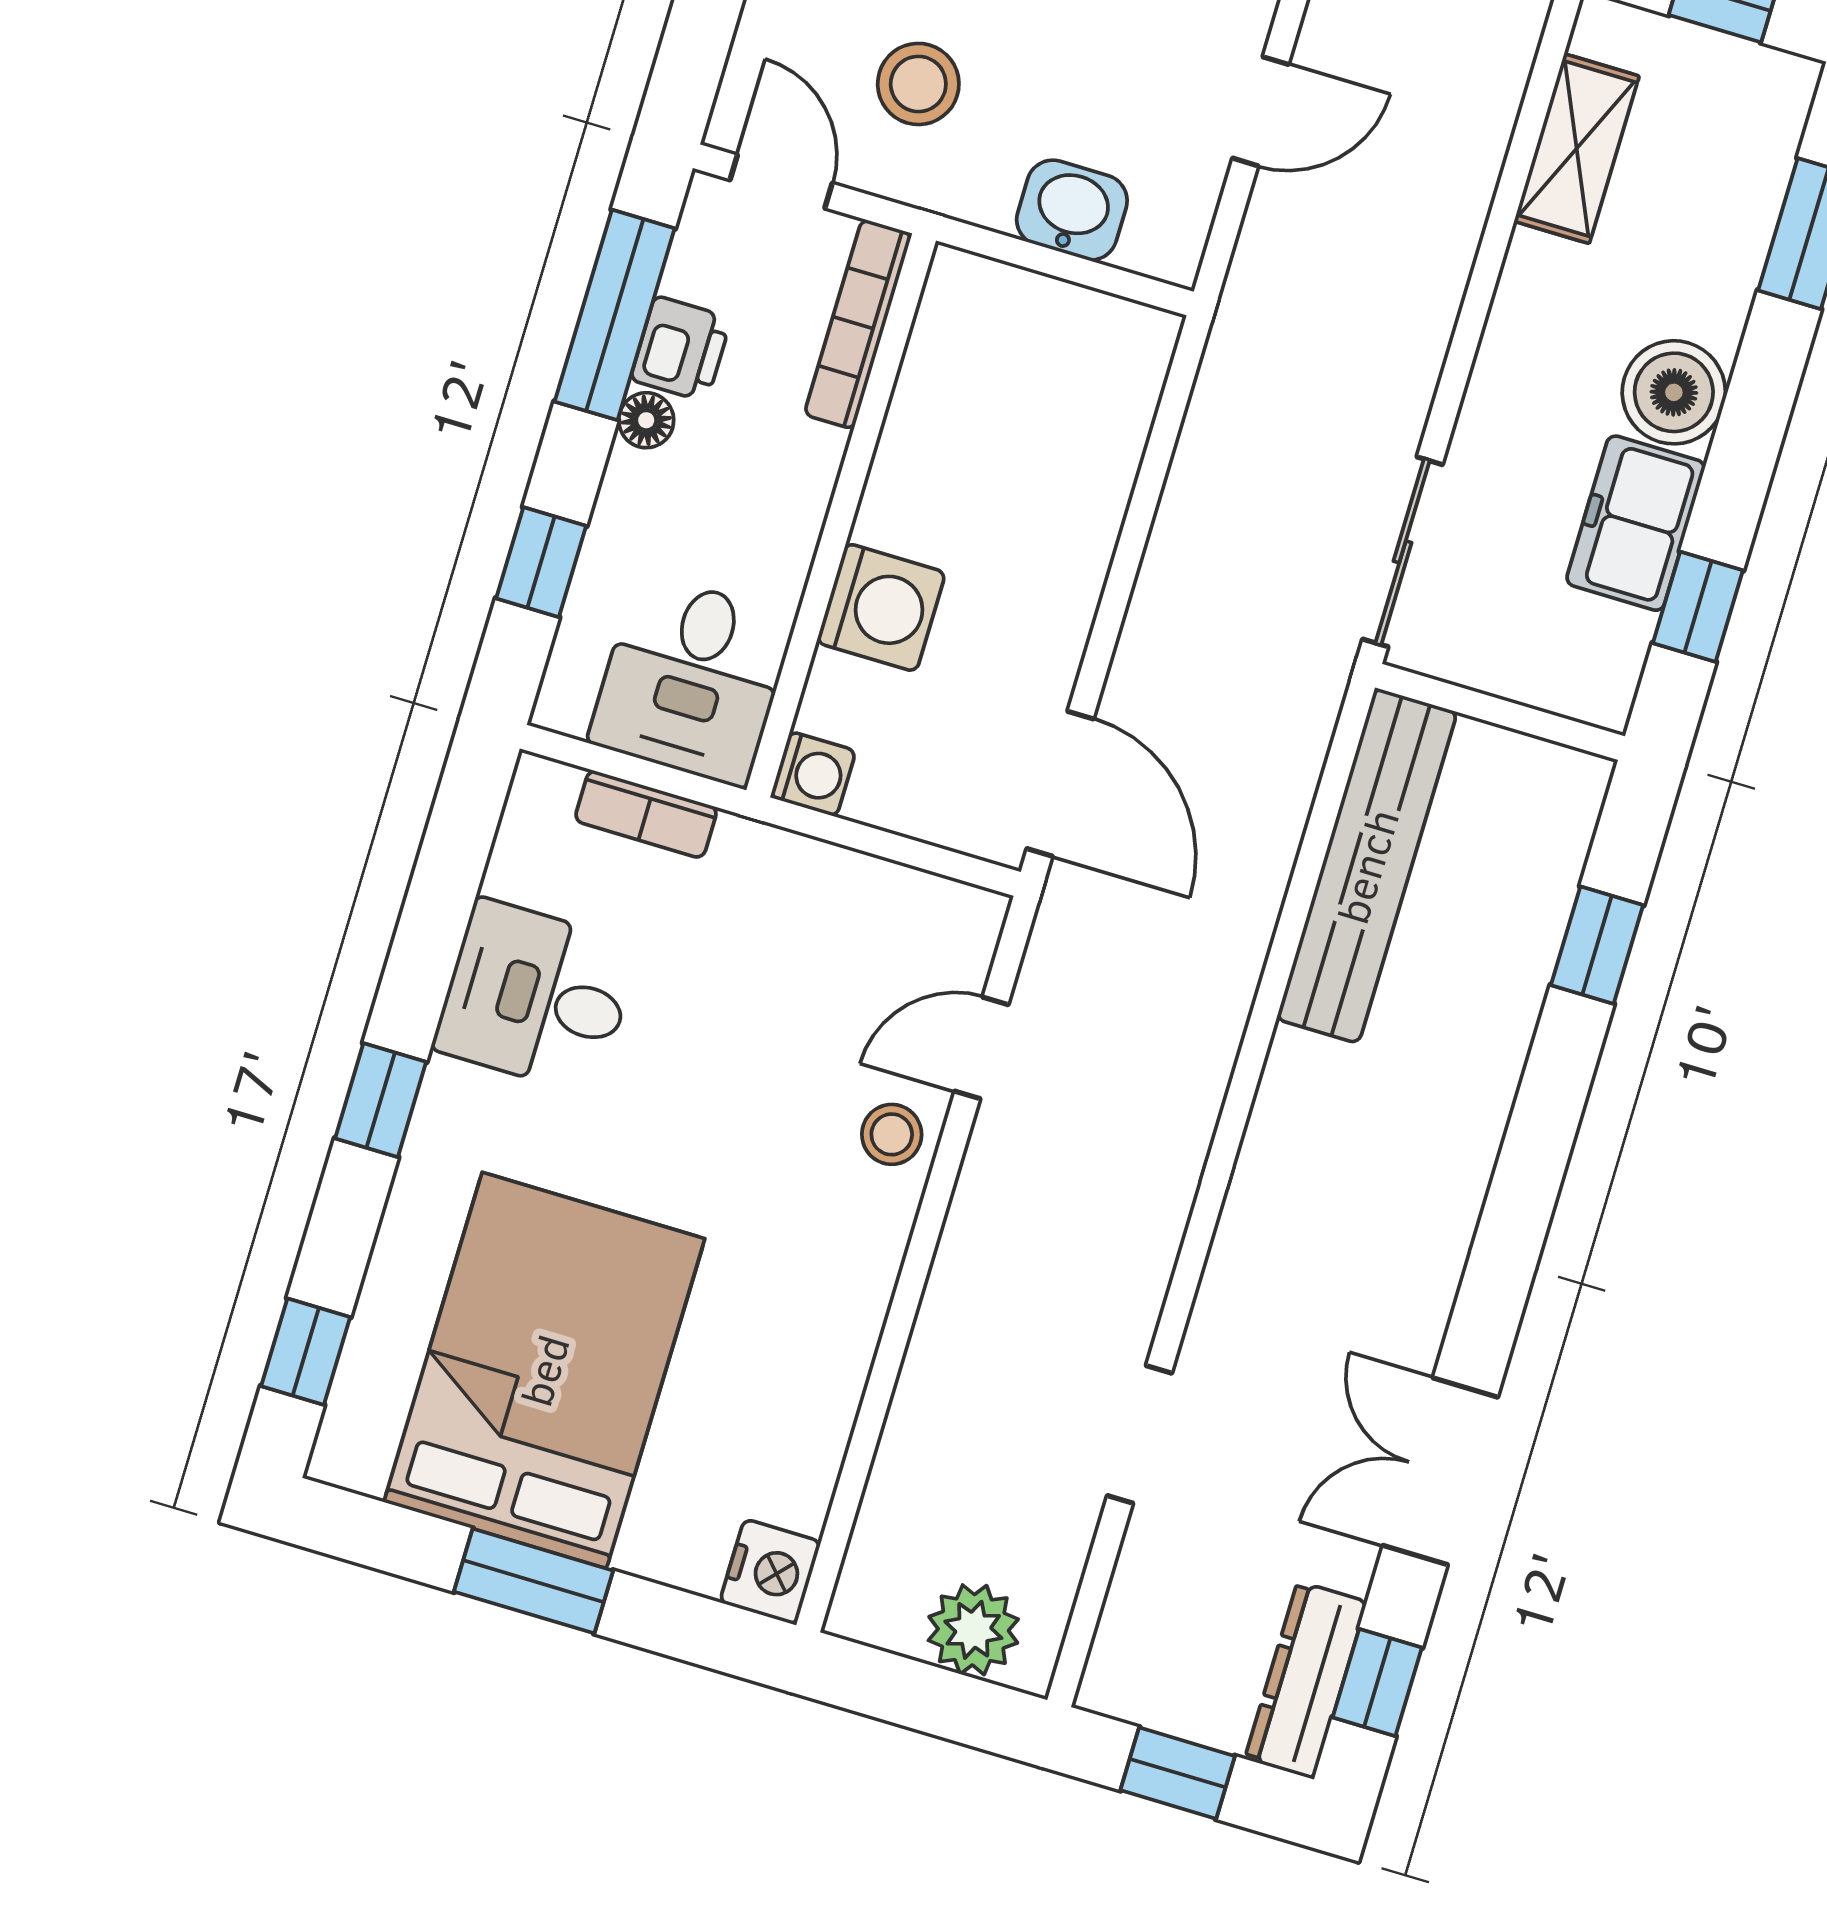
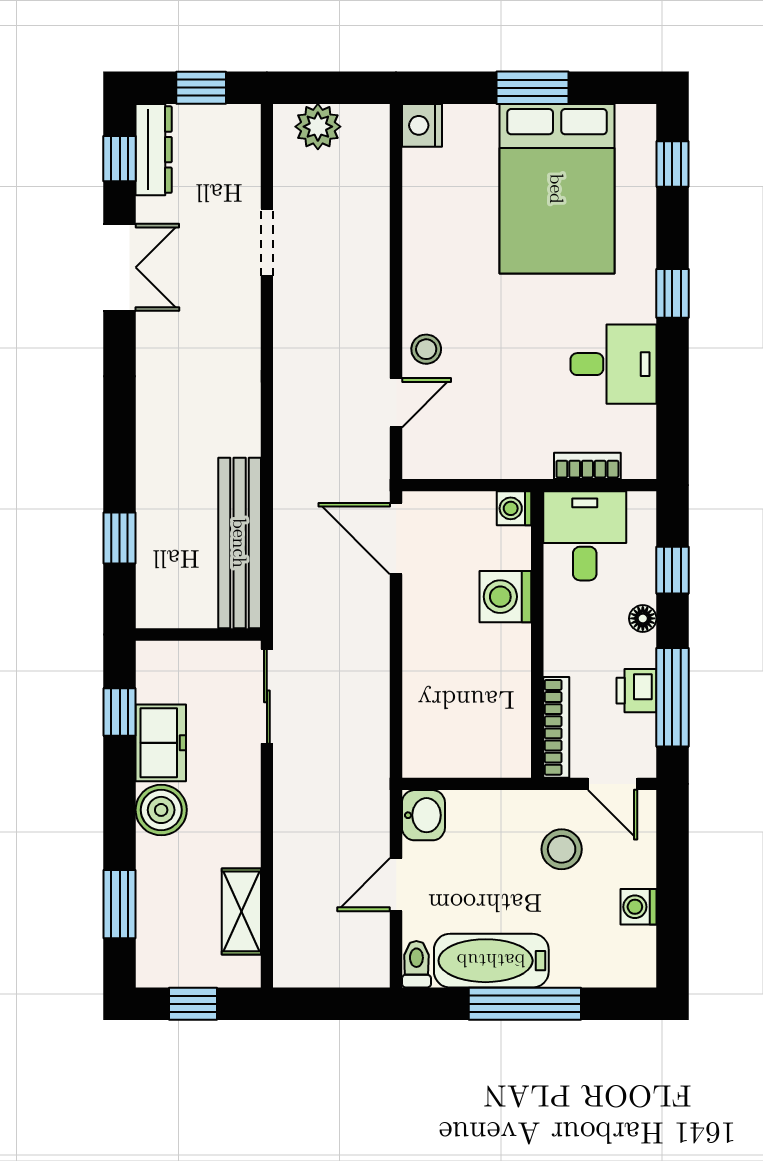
washbasin: (1072, 210) -> (423, 815), moved, turned -90
floor lamp: (646, 420) -> (643, 618), moved

